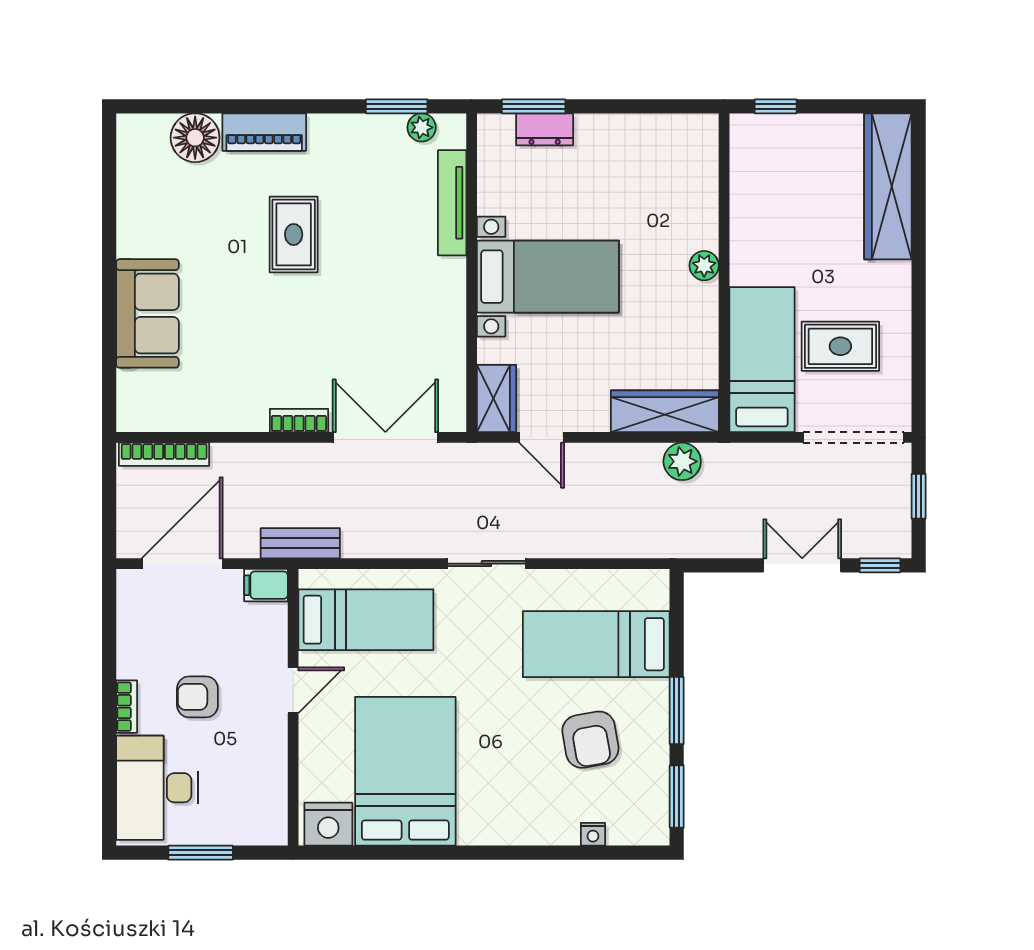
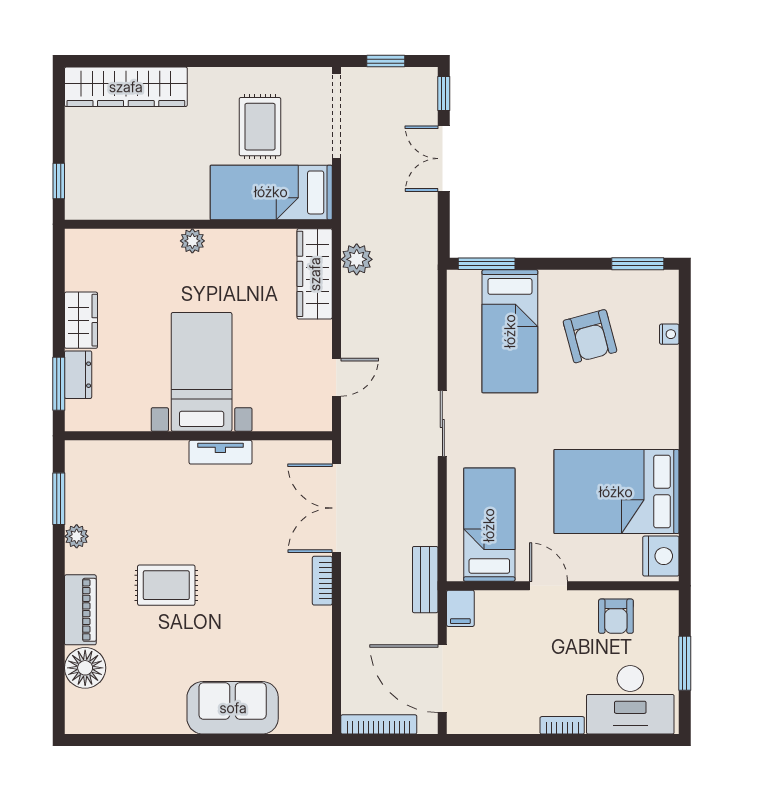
plant: (422, 127) -> (77, 536), moved
tv unit: (452, 203) -> (220, 452), moved, width x0.71
wardrobe: (497, 399) -> (81, 320), moved, turned 90
bookcase: (164, 454) -> (379, 724), moved, turned -90
armchair: (197, 697) -> (616, 616), moved
window: (677, 711) -> (487, 264), moved
armchair: (590, 740) -> (590, 336), turned 85

